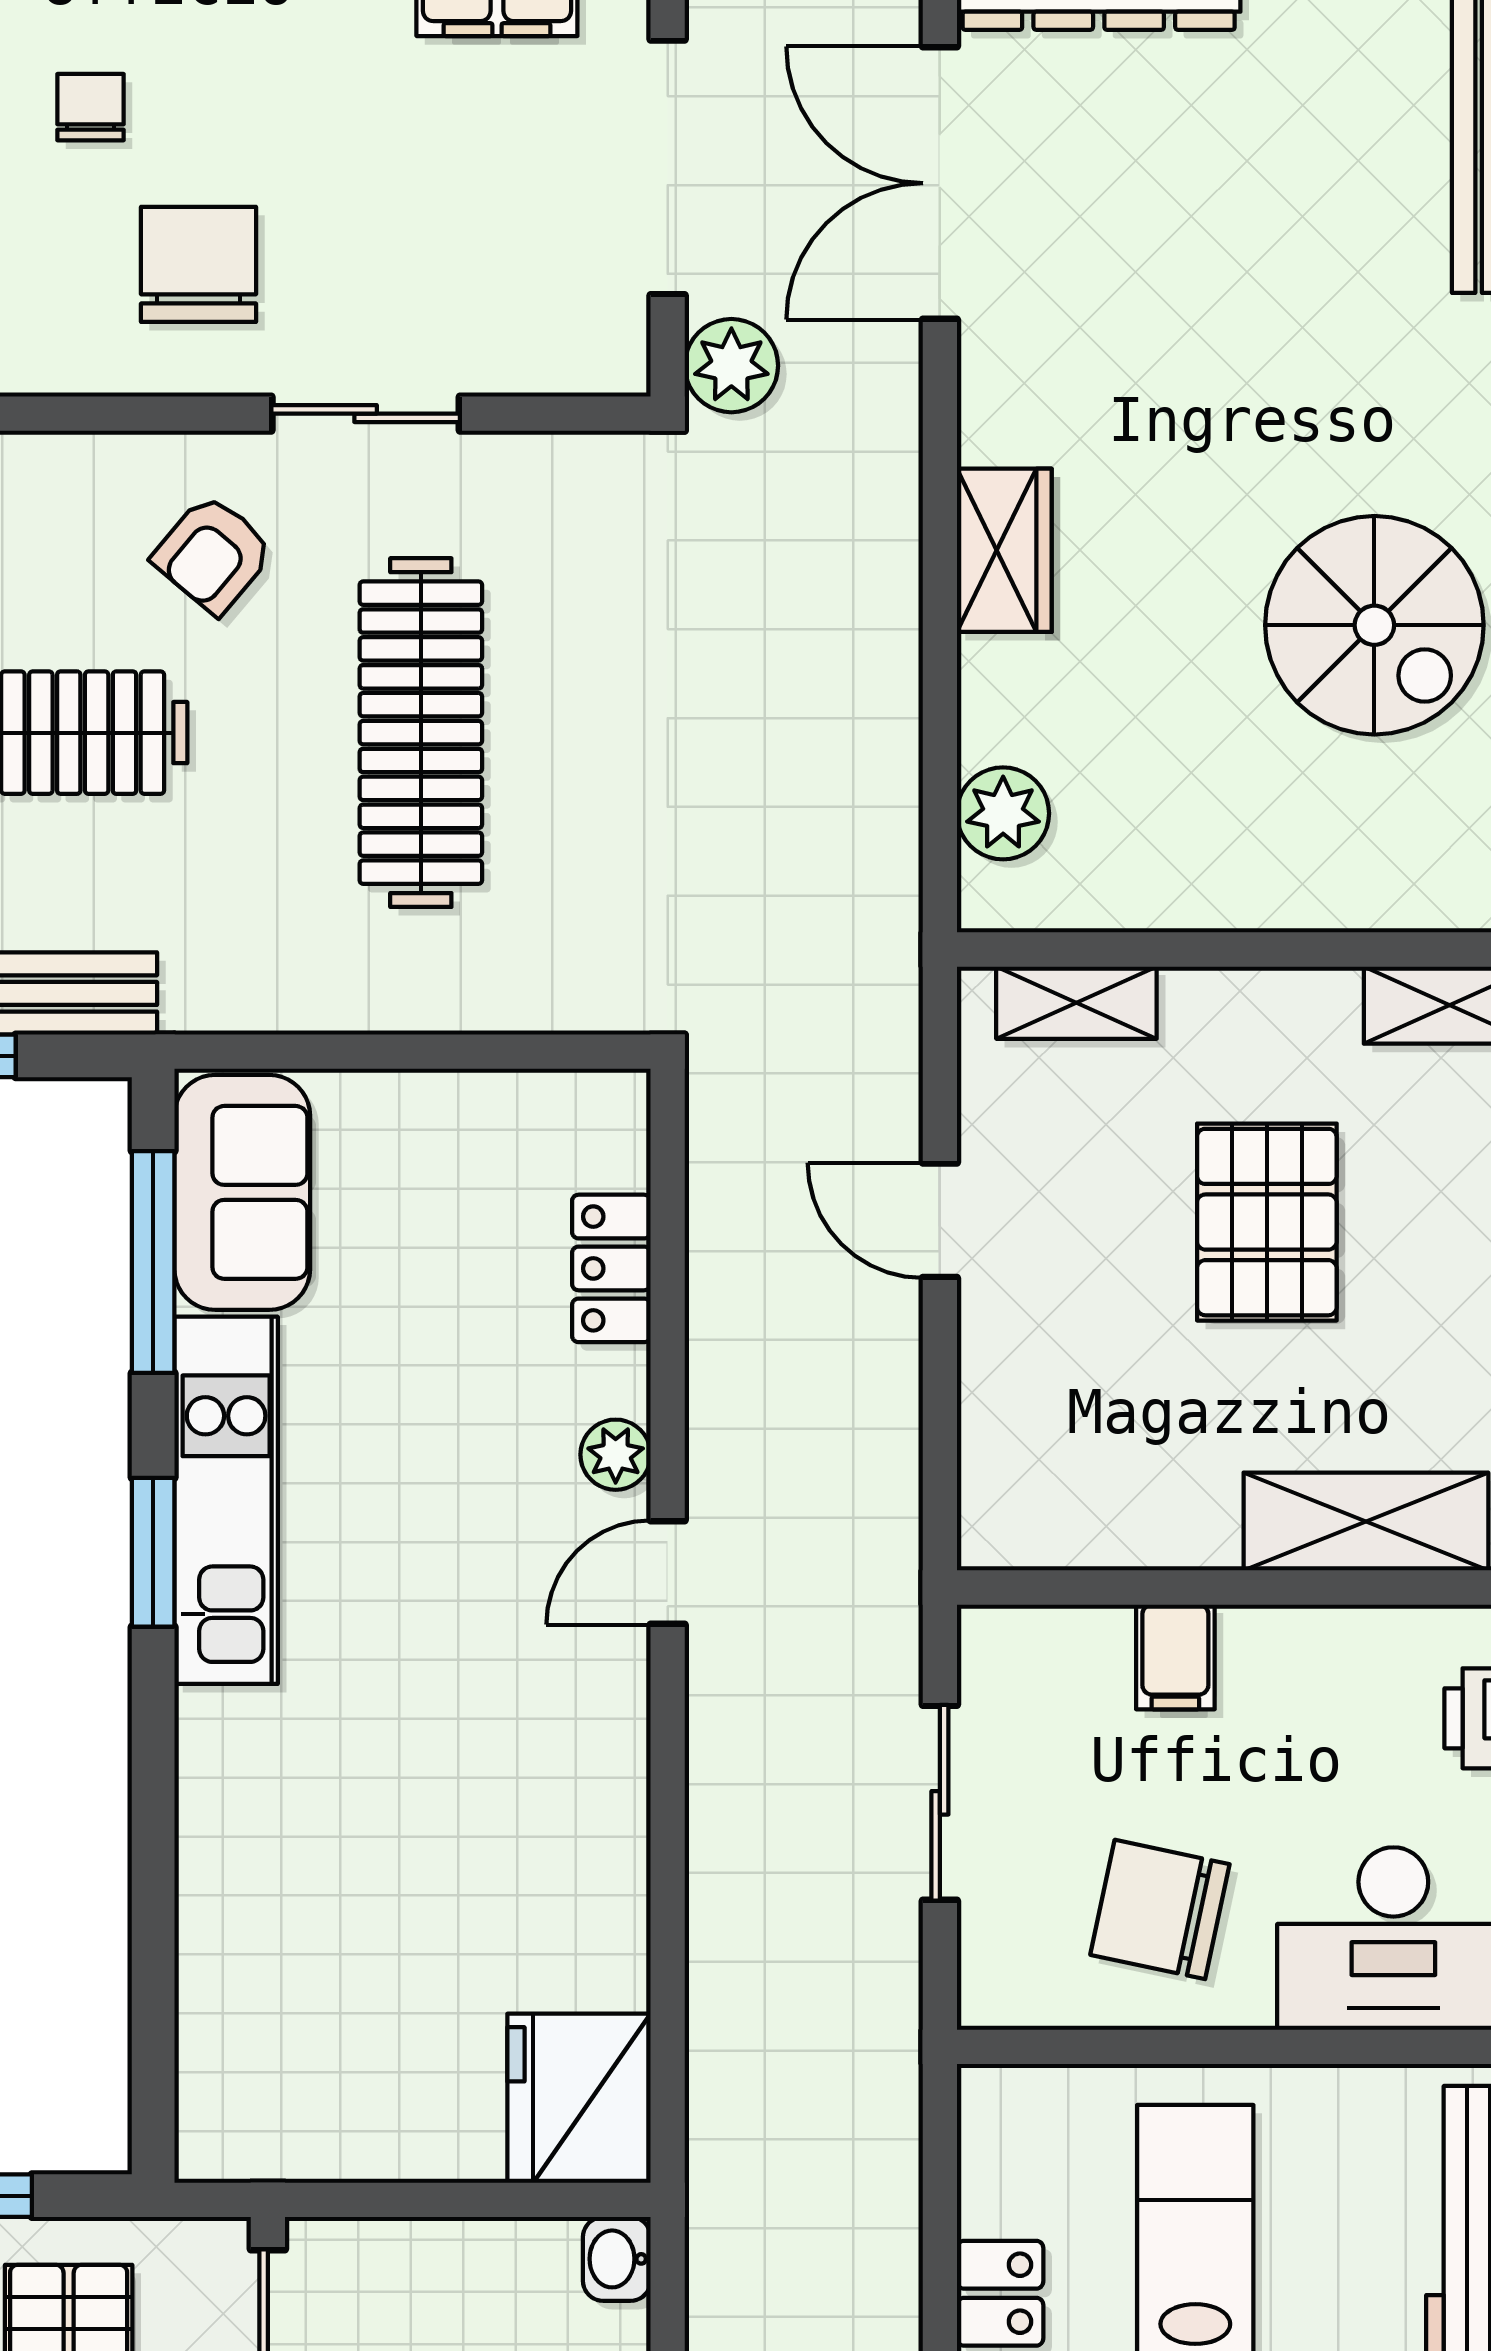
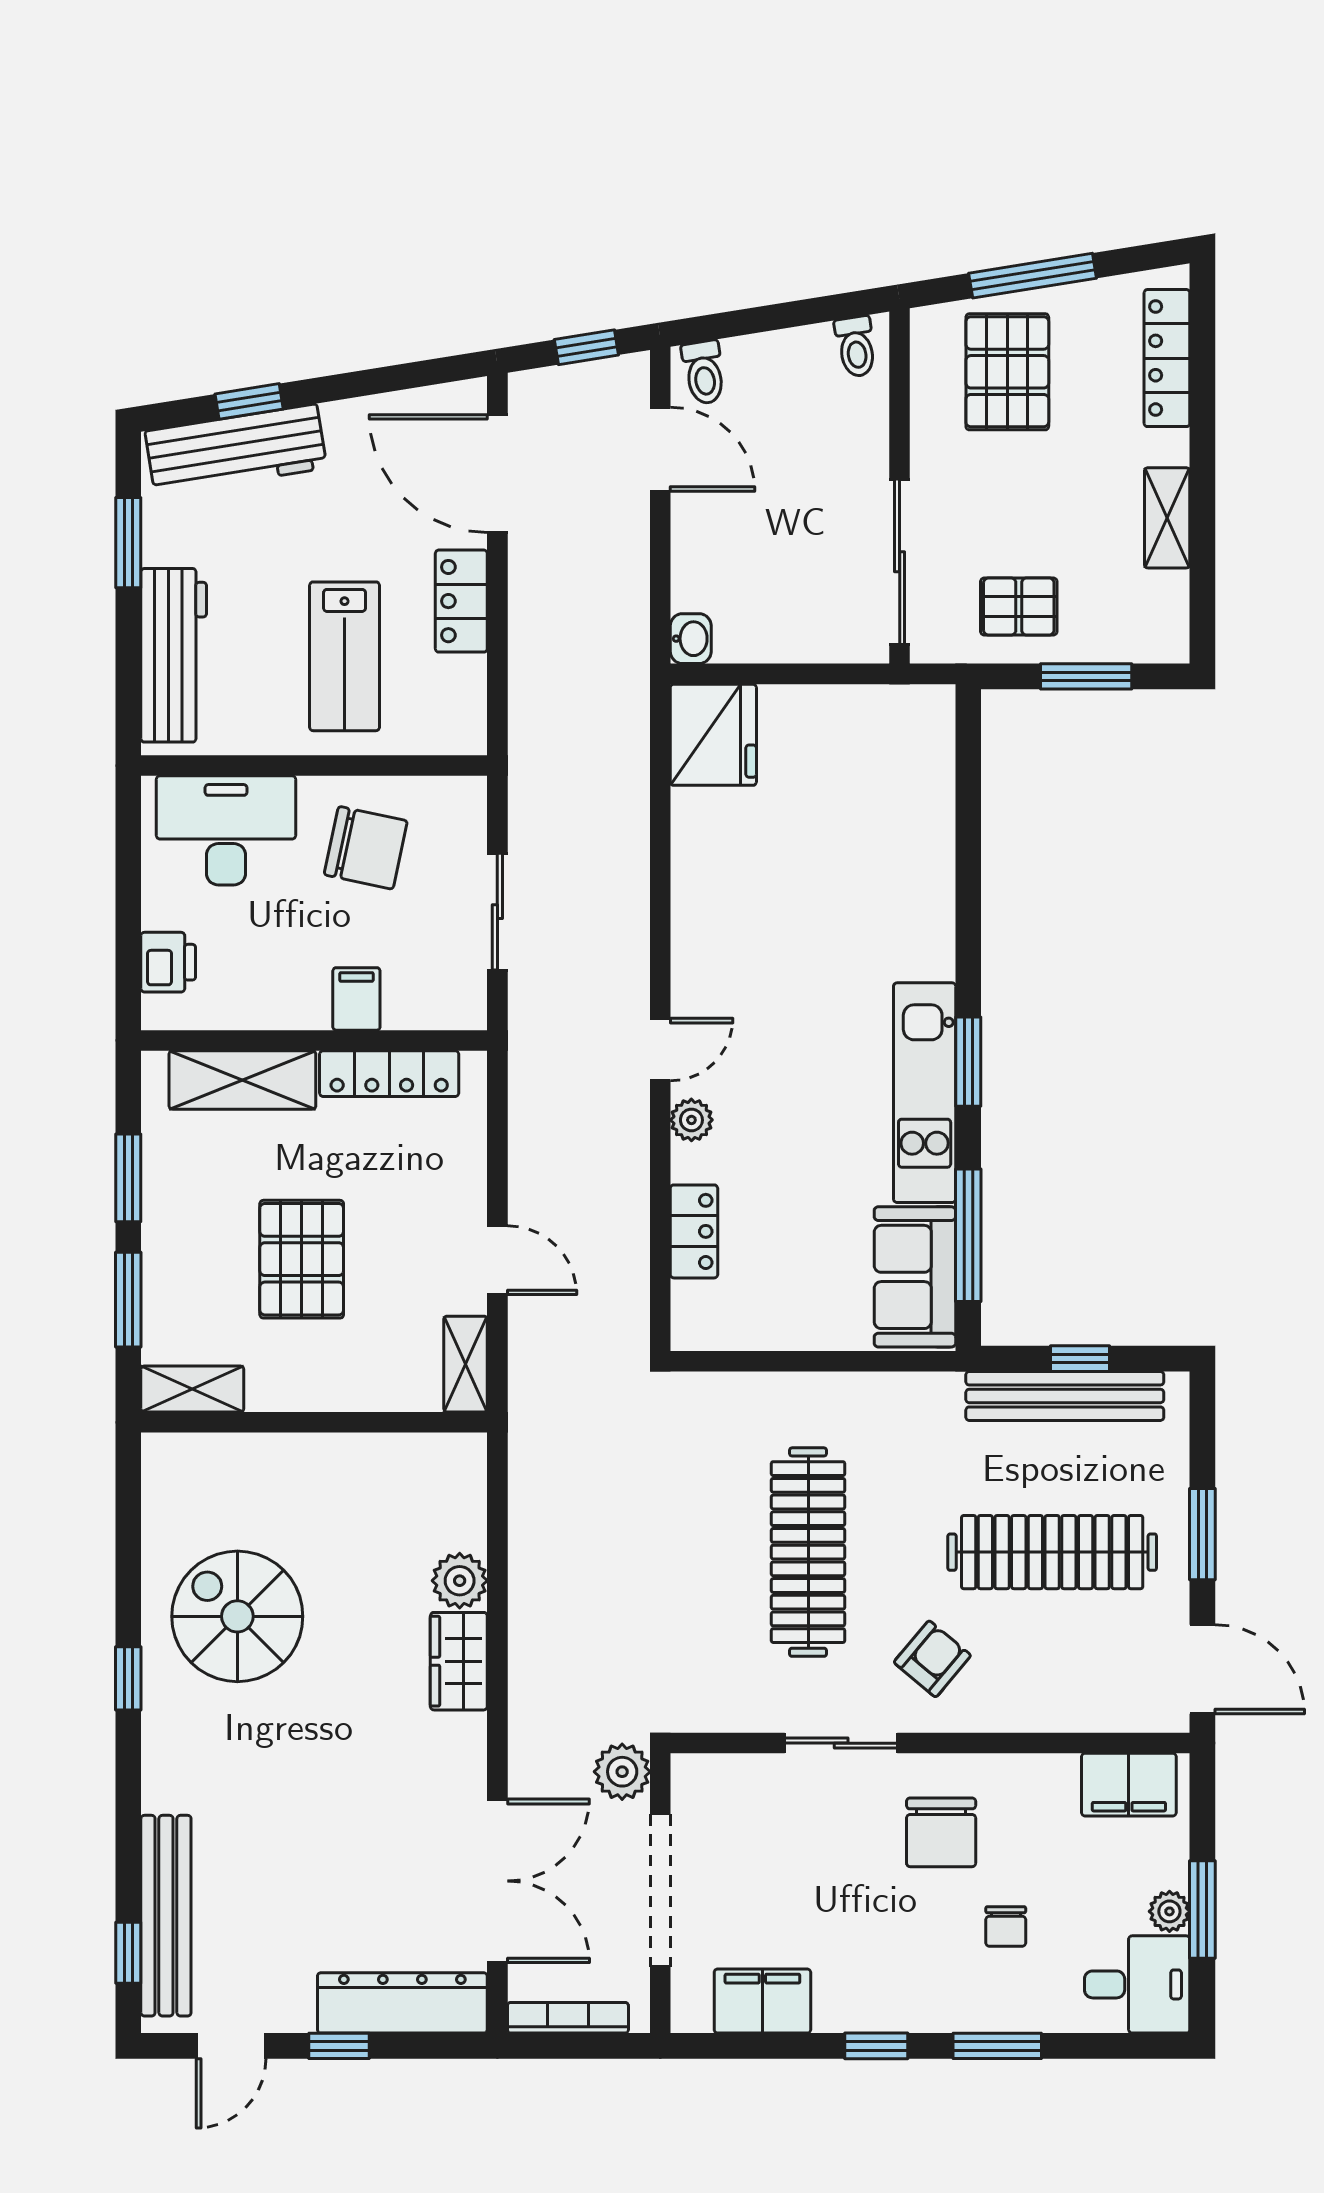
plant: (1003, 813) -> (460, 1581), moved
shelving: (1076, 1003) -> (466, 1364), moved, turned 90
locker: (1121, 1532) -> (389, 1074), added

